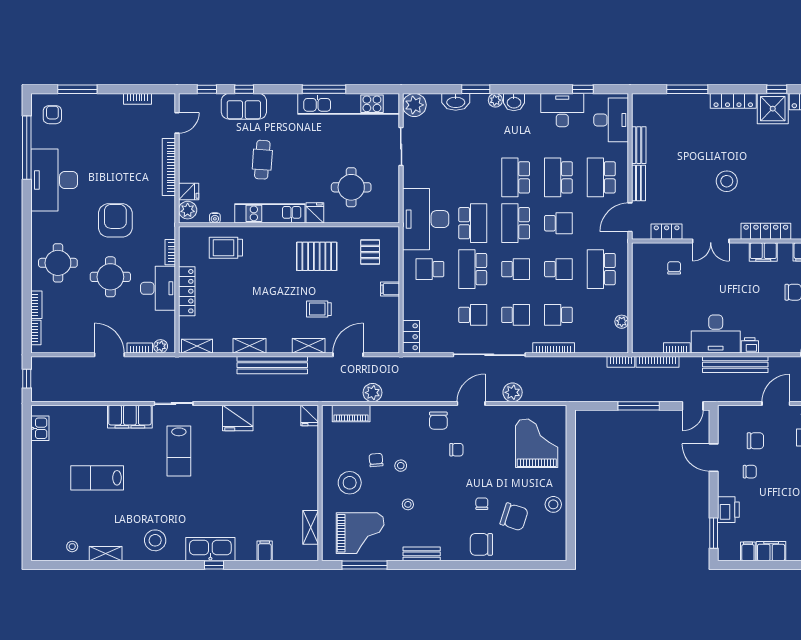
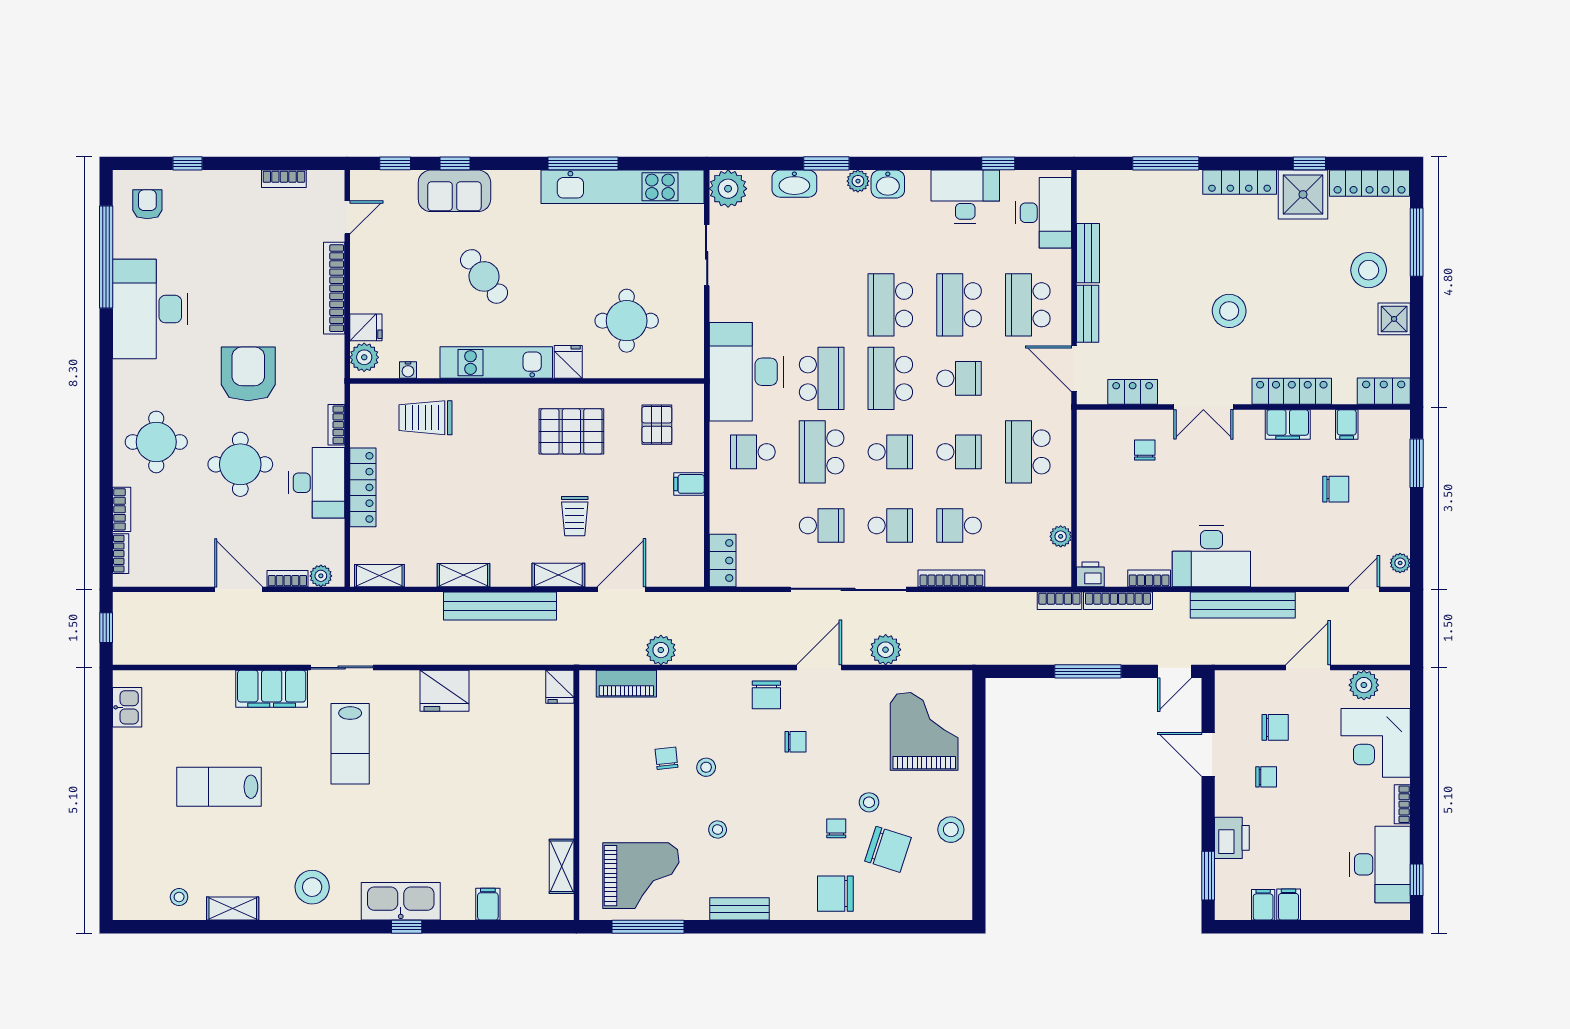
window: (77, 89) -> (187, 163), width x0.46
cafe table: (262, 160) -> (484, 276), turned -42
door: (630, 217) -> (1074, 369), hinge flipped
trolley: (319, 309) -> (575, 516), turned -90
printer: (750, 345) -> (1090, 574), moved
stool: (350, 483) -> (869, 802), moved, width x0.53, depth x0.53
filing cabinet: (771, 551) -> (1289, 905), width x0.50

